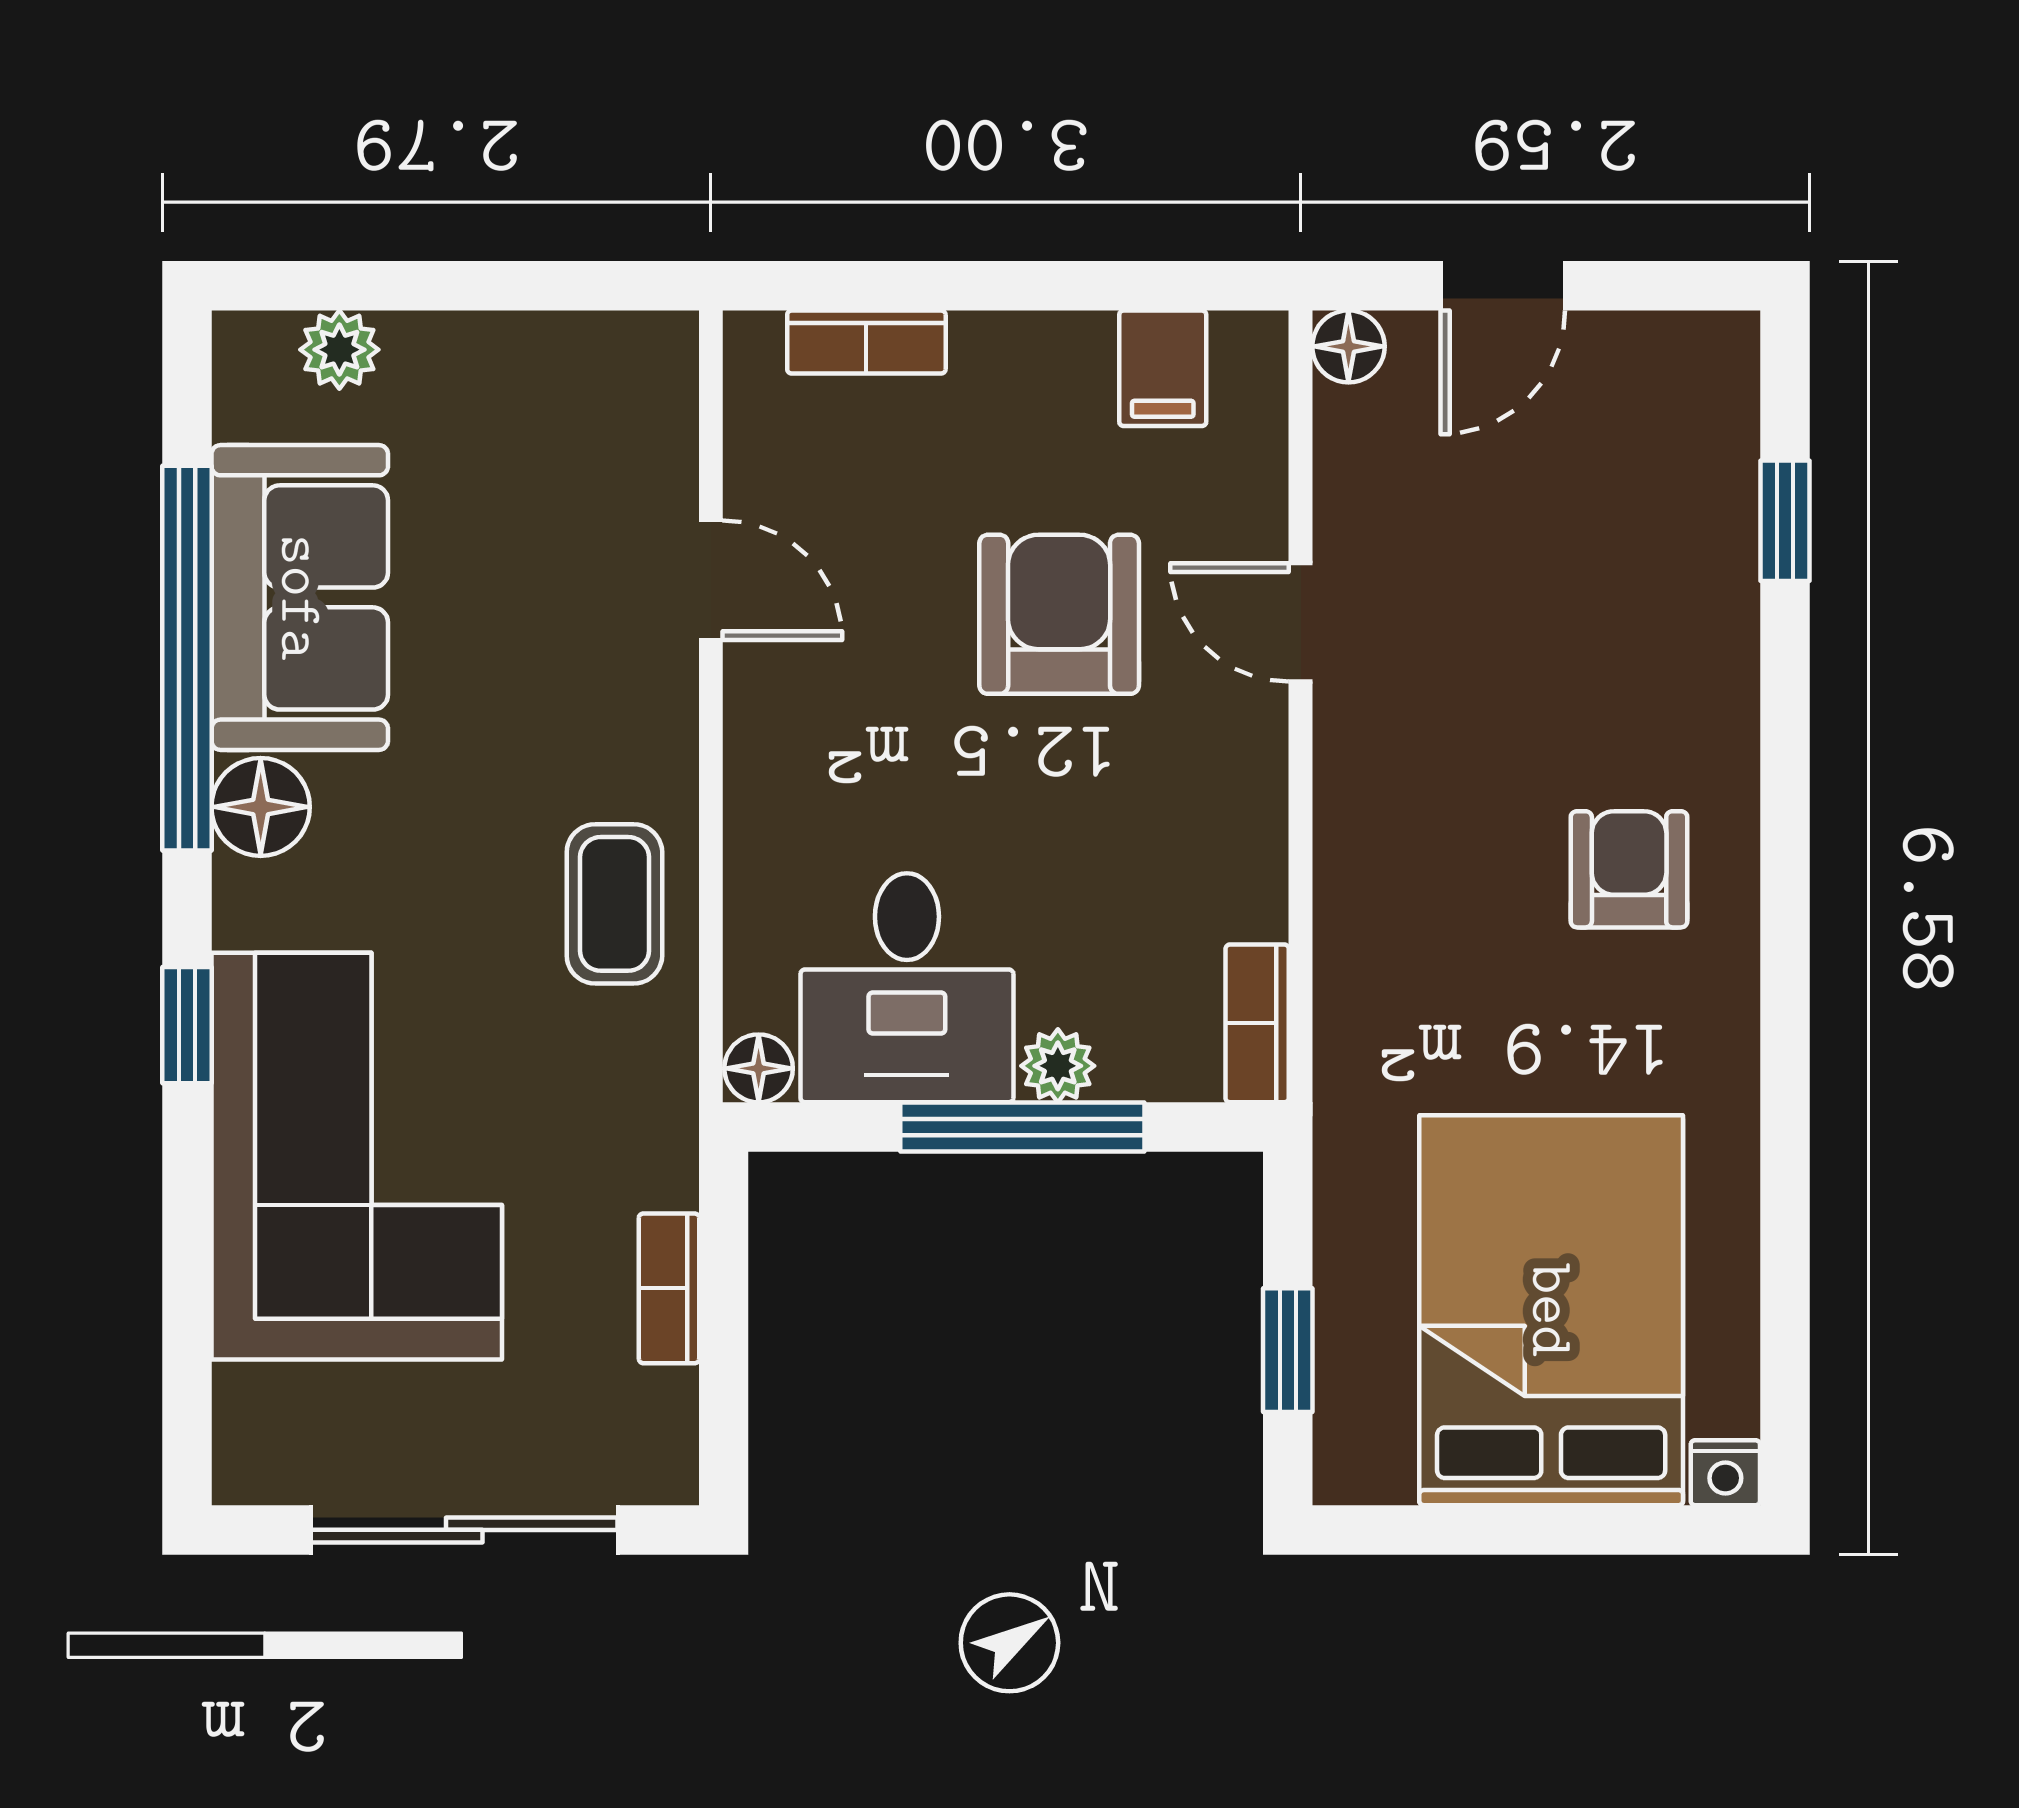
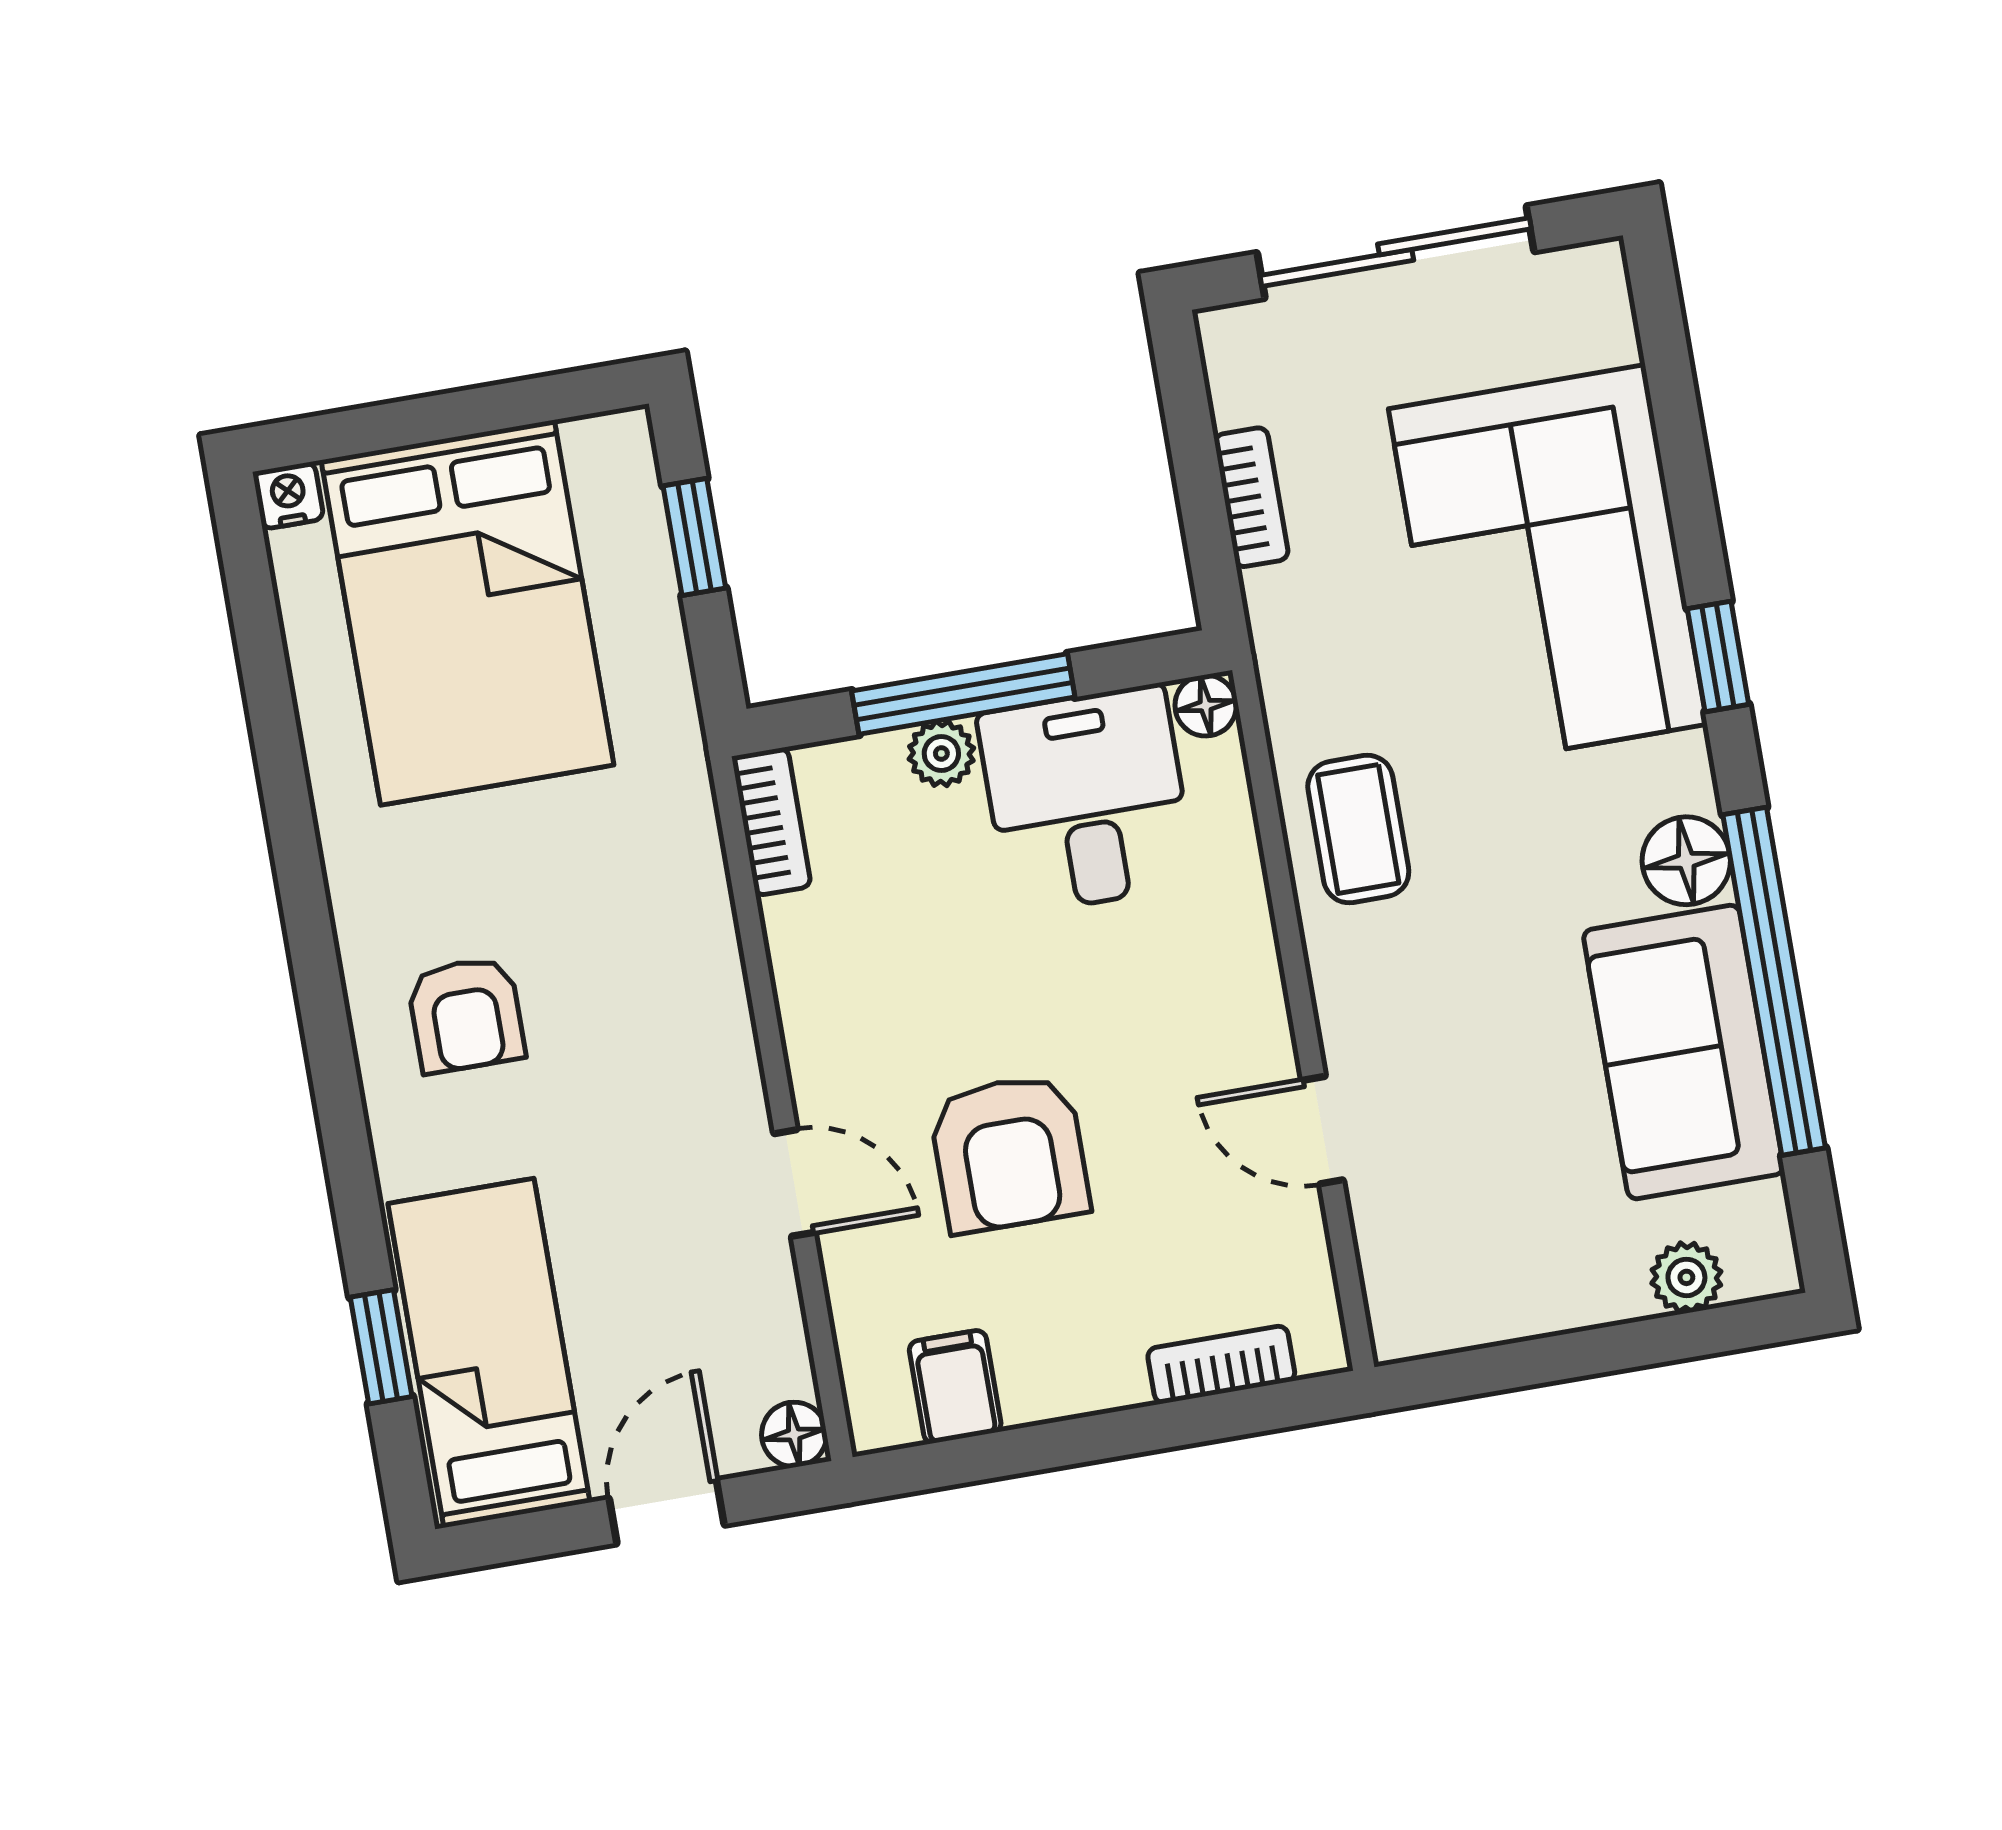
bed: (1668, 494) -> (489, 1353), added

